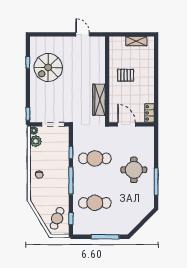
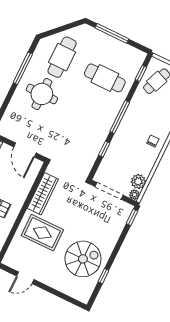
door: (83, 34) -> (25, 278), hinge flipped
rug: (86, 72) -> (42, 233), added
cafe table: (95, 158) -> (62, 57), moved, turned 90

